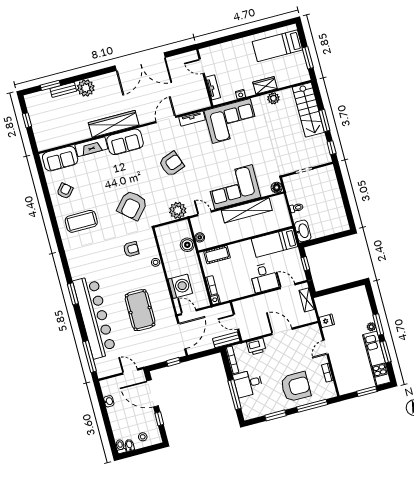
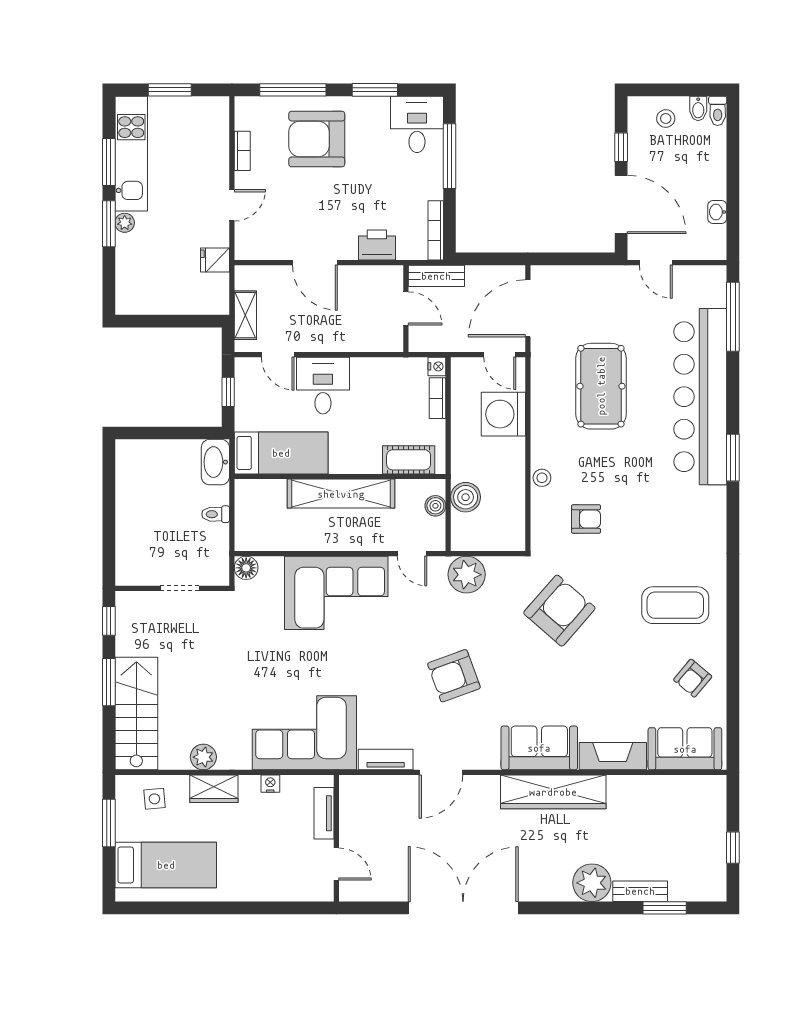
side table: (290, 74) -> (154, 799), added
shelving: (247, 210) -> (341, 494), moved
armchair: (131, 249) -> (586, 519), turned 180
window: (173, 362) -> (560, 259), removed
desk: (248, 383) -> (417, 124), moved, turned -90

